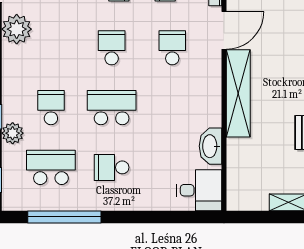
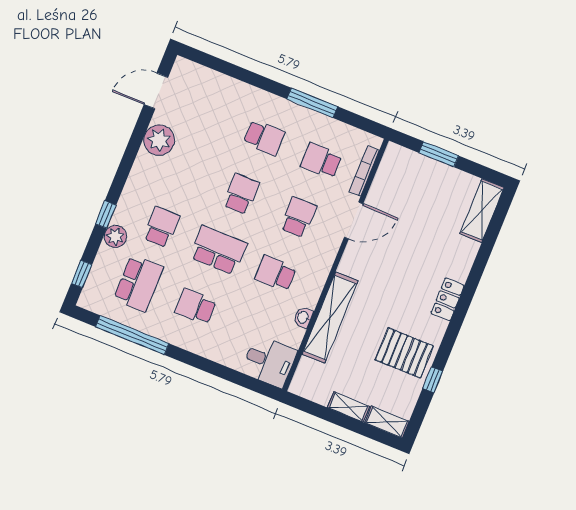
shelving: (238, 93) -> (330, 317), moved
school desk: (172, 108) -> (275, 273), added
washbasin: (210, 146) -> (303, 317), width x0.52, depth x0.69
school desk: (51, 167) -> (138, 283), turned 90

